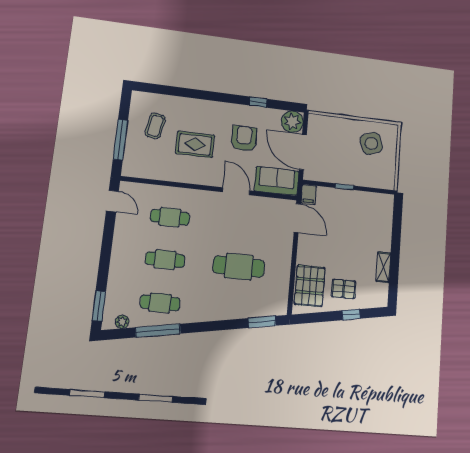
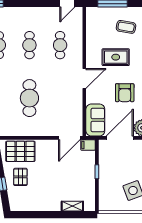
armchair: (244, 138) -> (125, 93), turned 90
rug: (195, 144) -> (116, 57), turned 90
door: (236, 191) -> (84, 78), moved
shelving: (383, 267) -> (72, 206), moved

